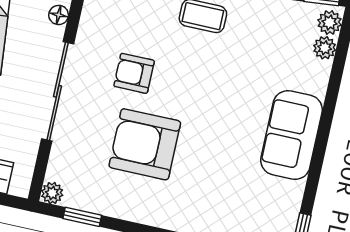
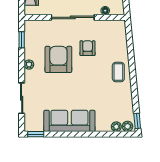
sofa: (292, 135) -> (69, 121), width x1.36
plant: (52, 193) -> (29, 65), moved

